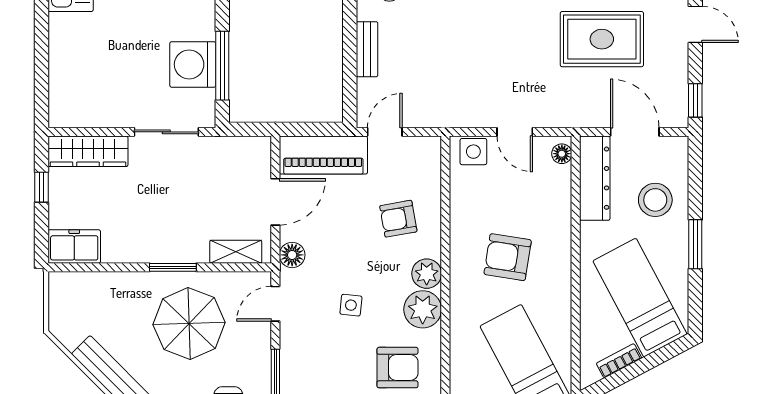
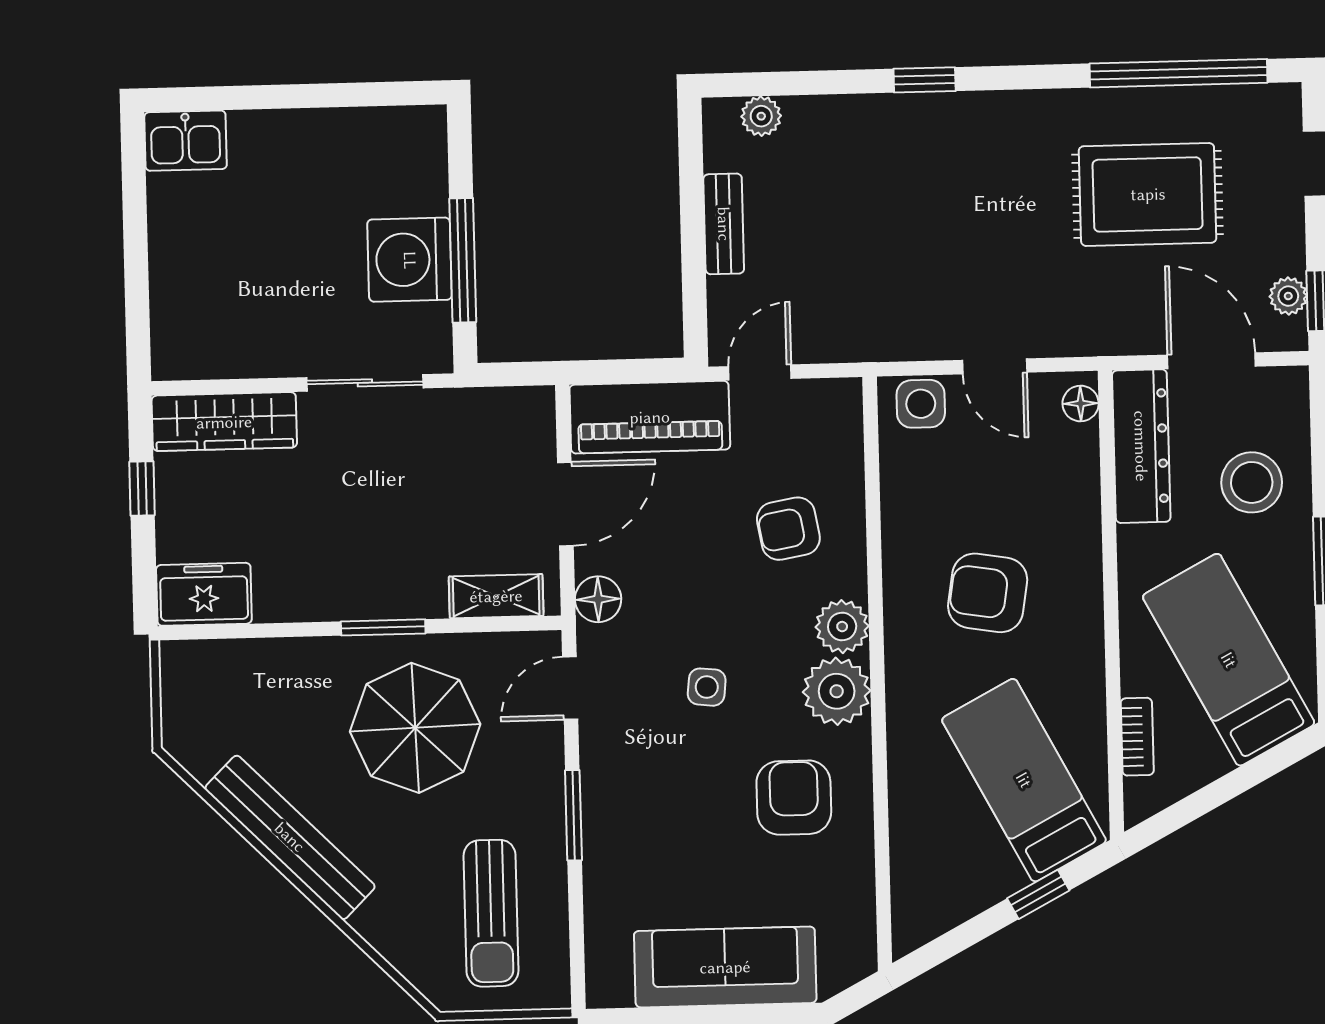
plant: (678, 97) -> (1288, 296), added
bookcase: (619, 361) -> (1137, 737), moved, turned 118
armchair: (397, 368) -> (794, 798), turned -90

